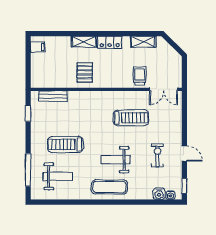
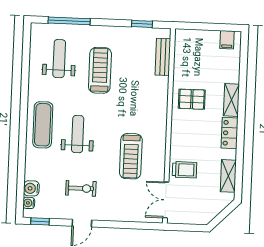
weight bench: (58, 176) -> (59, 59), turned 180

